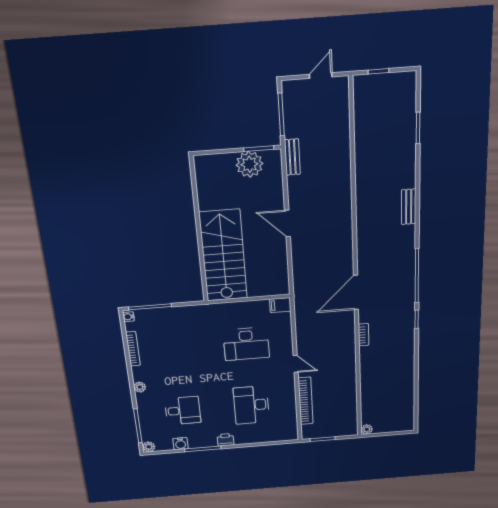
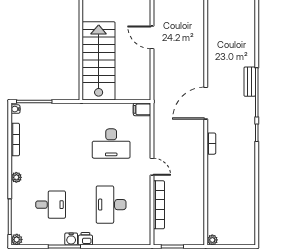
bench: (409, 207) -> (250, 82), moved
water cooler: (181, 444) -> (71, 239), moved

